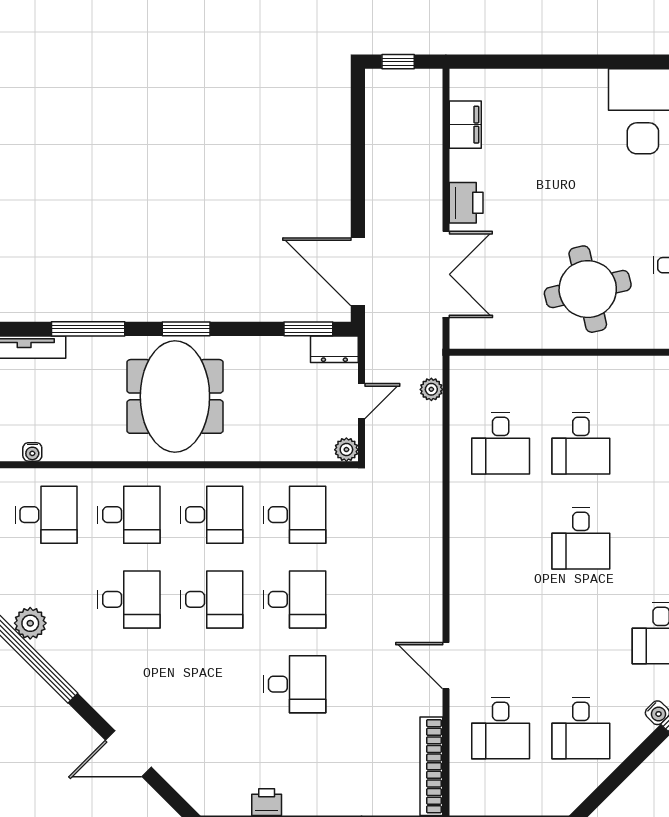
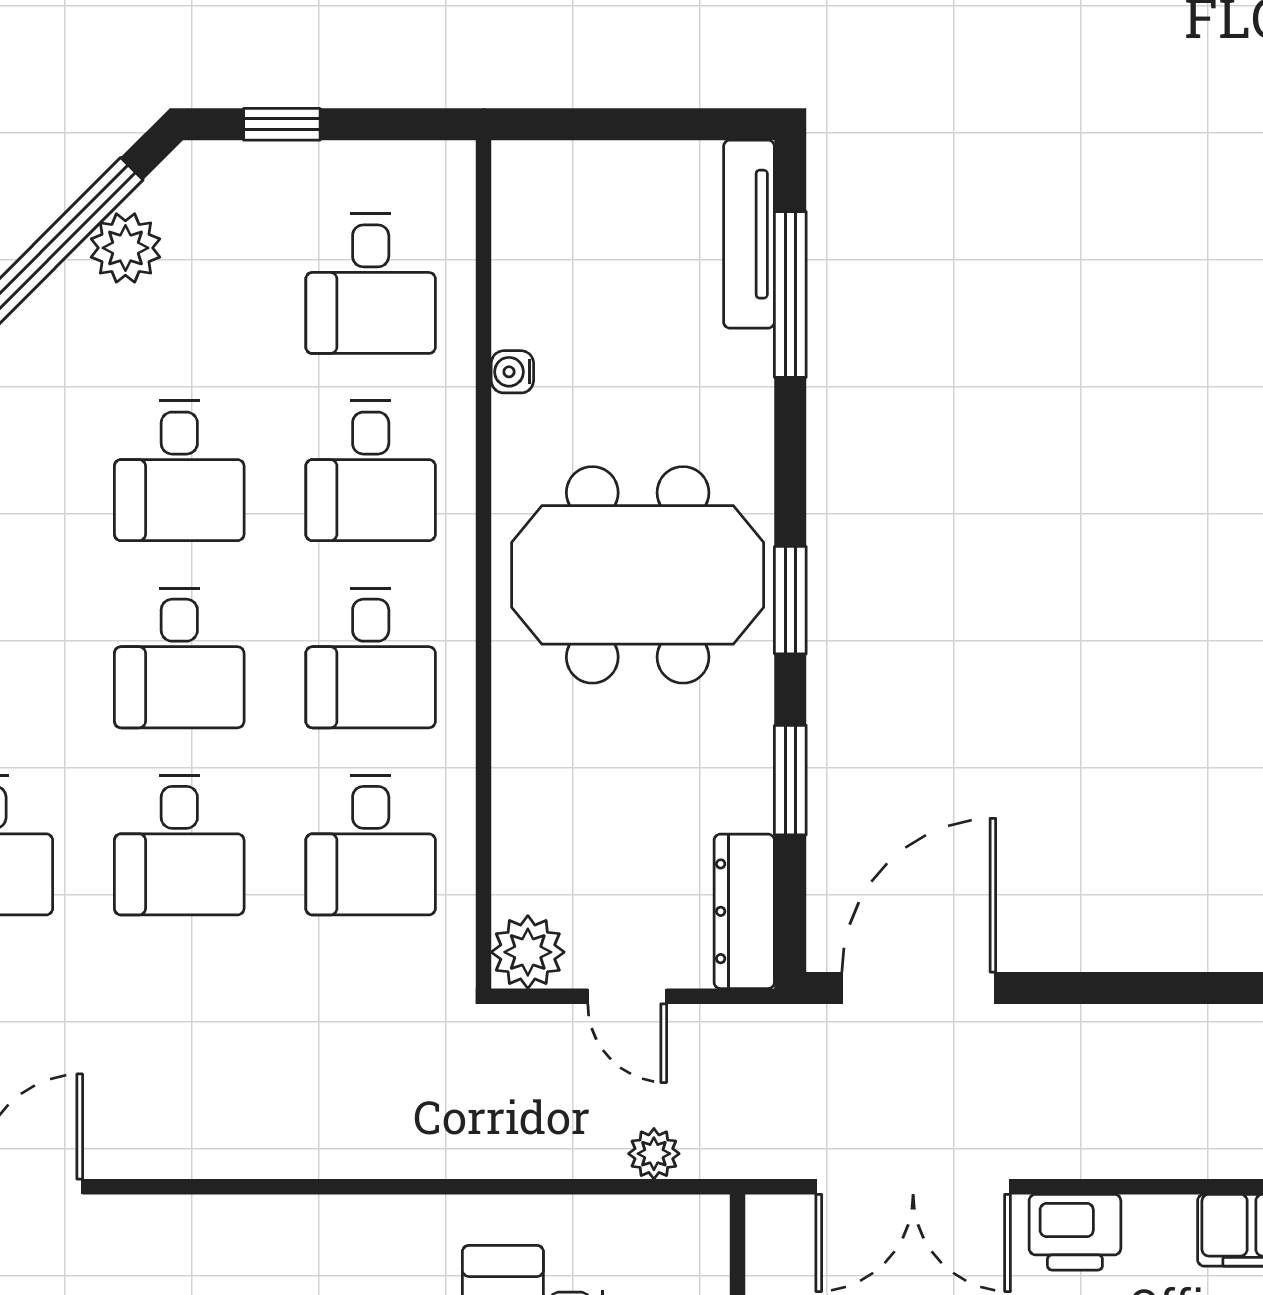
window: (88, 329) -> (790, 295), moved
window: (308, 329) -> (790, 780), moved
dresser: (334, 349) -> (744, 911), width x1.44
plant: (346, 450) -> (528, 952), width x1.38, depth x1.38
water cooler: (32, 452) -> (512, 372), moved

